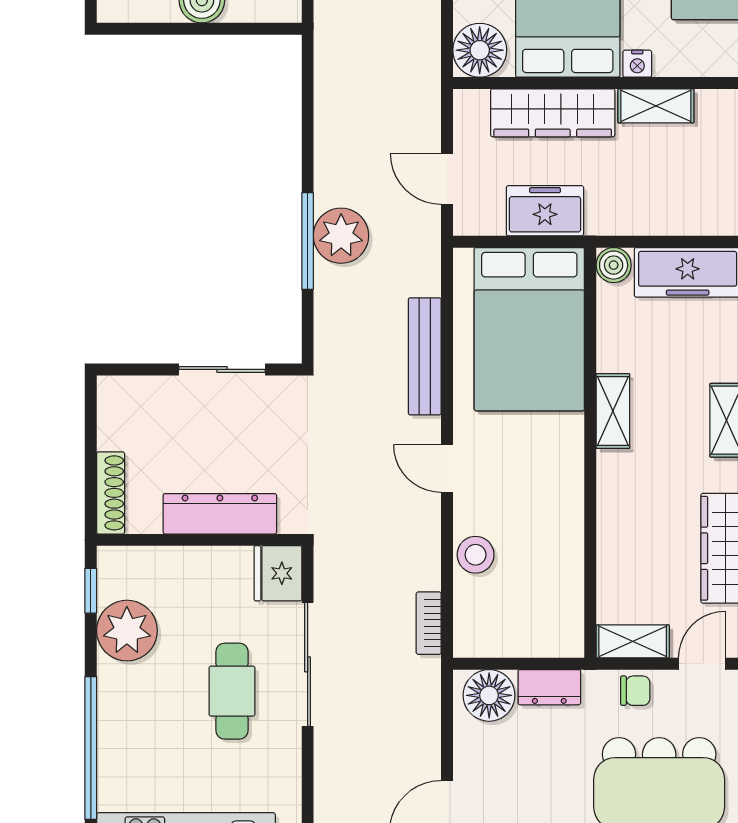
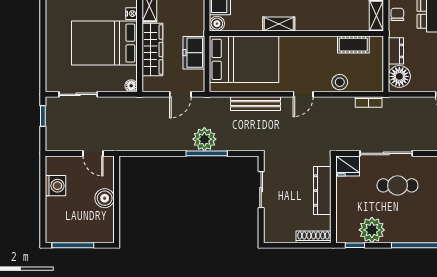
floor lamp: (480, 50) -> (131, 86), width x0.53, depth x0.53
cot: (564, 587) -> (353, 45), added

